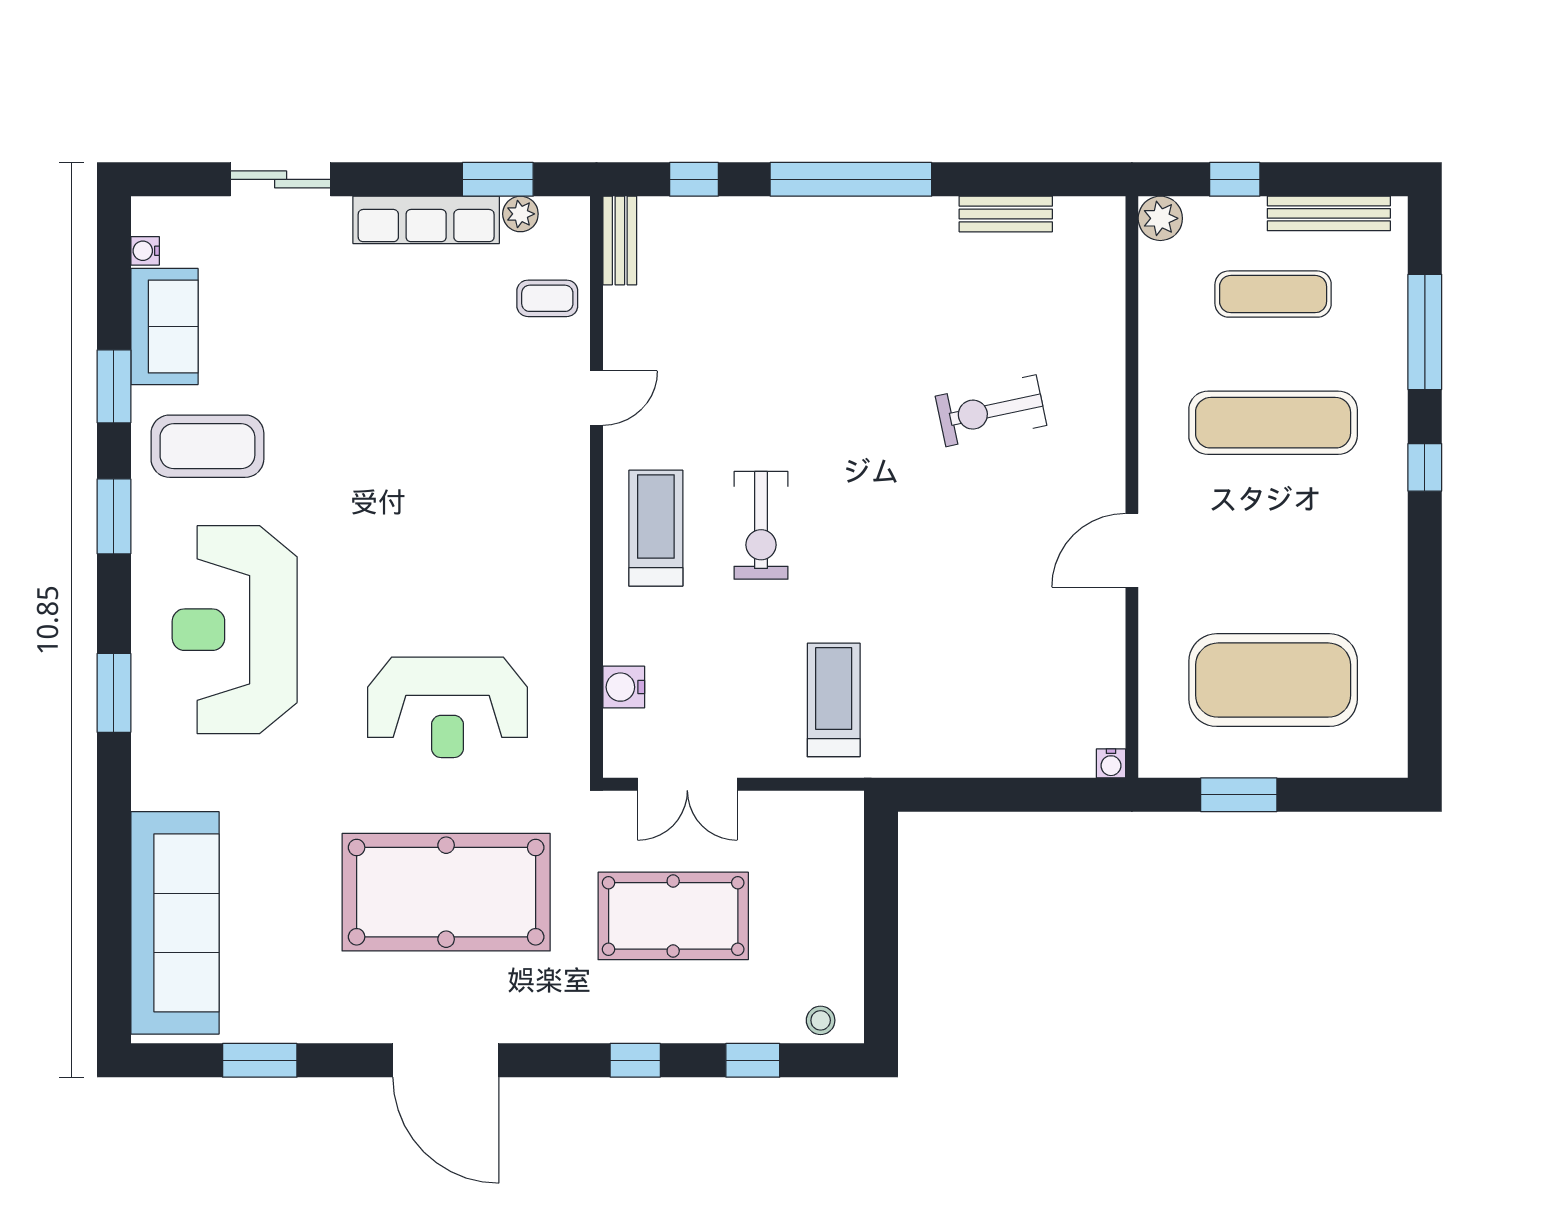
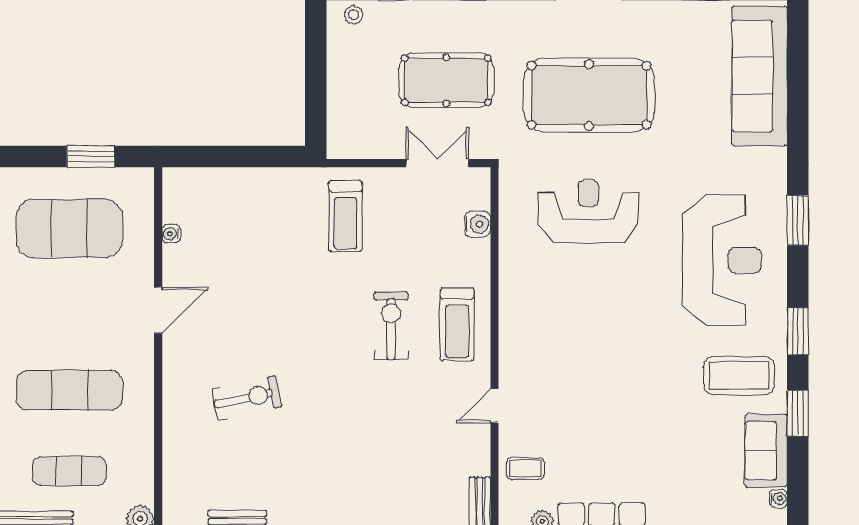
water cooler: (1111, 763) -> (171, 234), moved, turned -90

